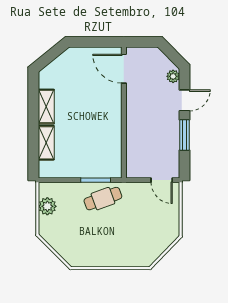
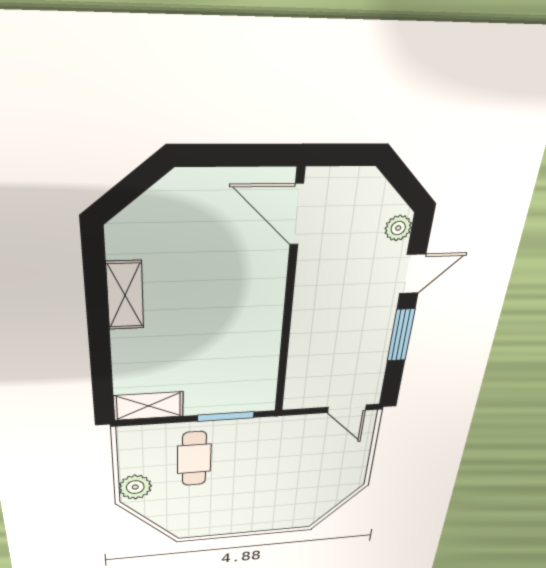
shelving: (46, 143) -> (149, 406), moved, turned 90
cafe table: (103, 199) -> (194, 459), moved, turned -70
plant: (47, 206) -> (135, 487), moved

